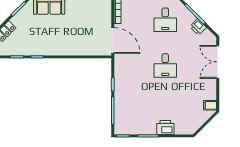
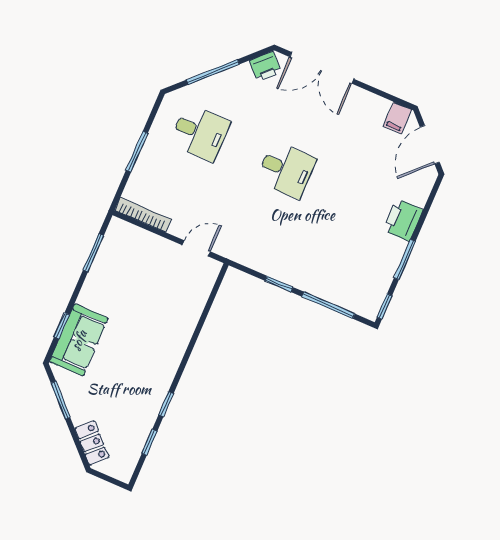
printer: (198, 27) -> (265, 67), moved
door: (113, 40) -> (196, 248), width x0.53
door: (204, 125) -> (430, 145), added

